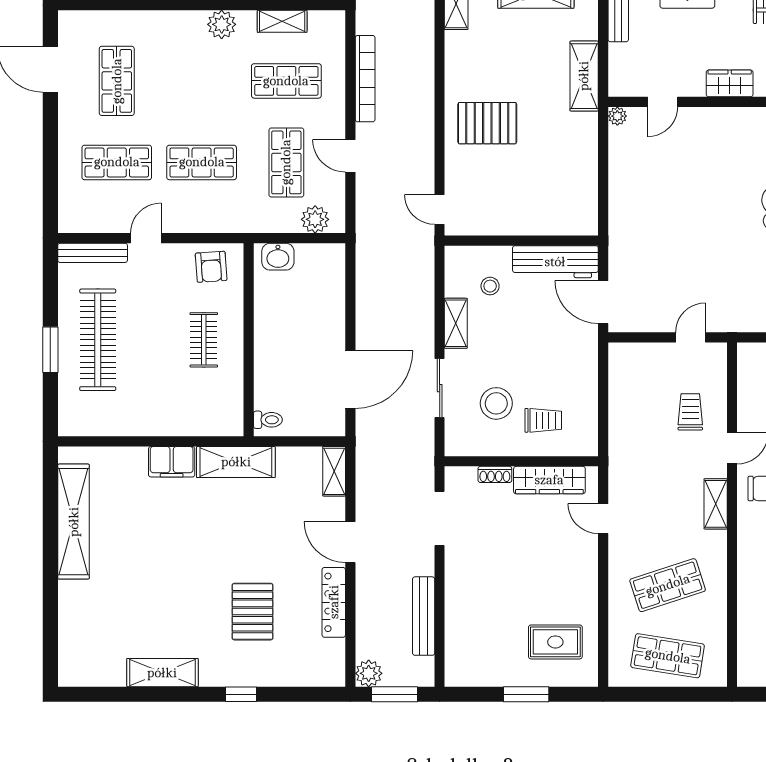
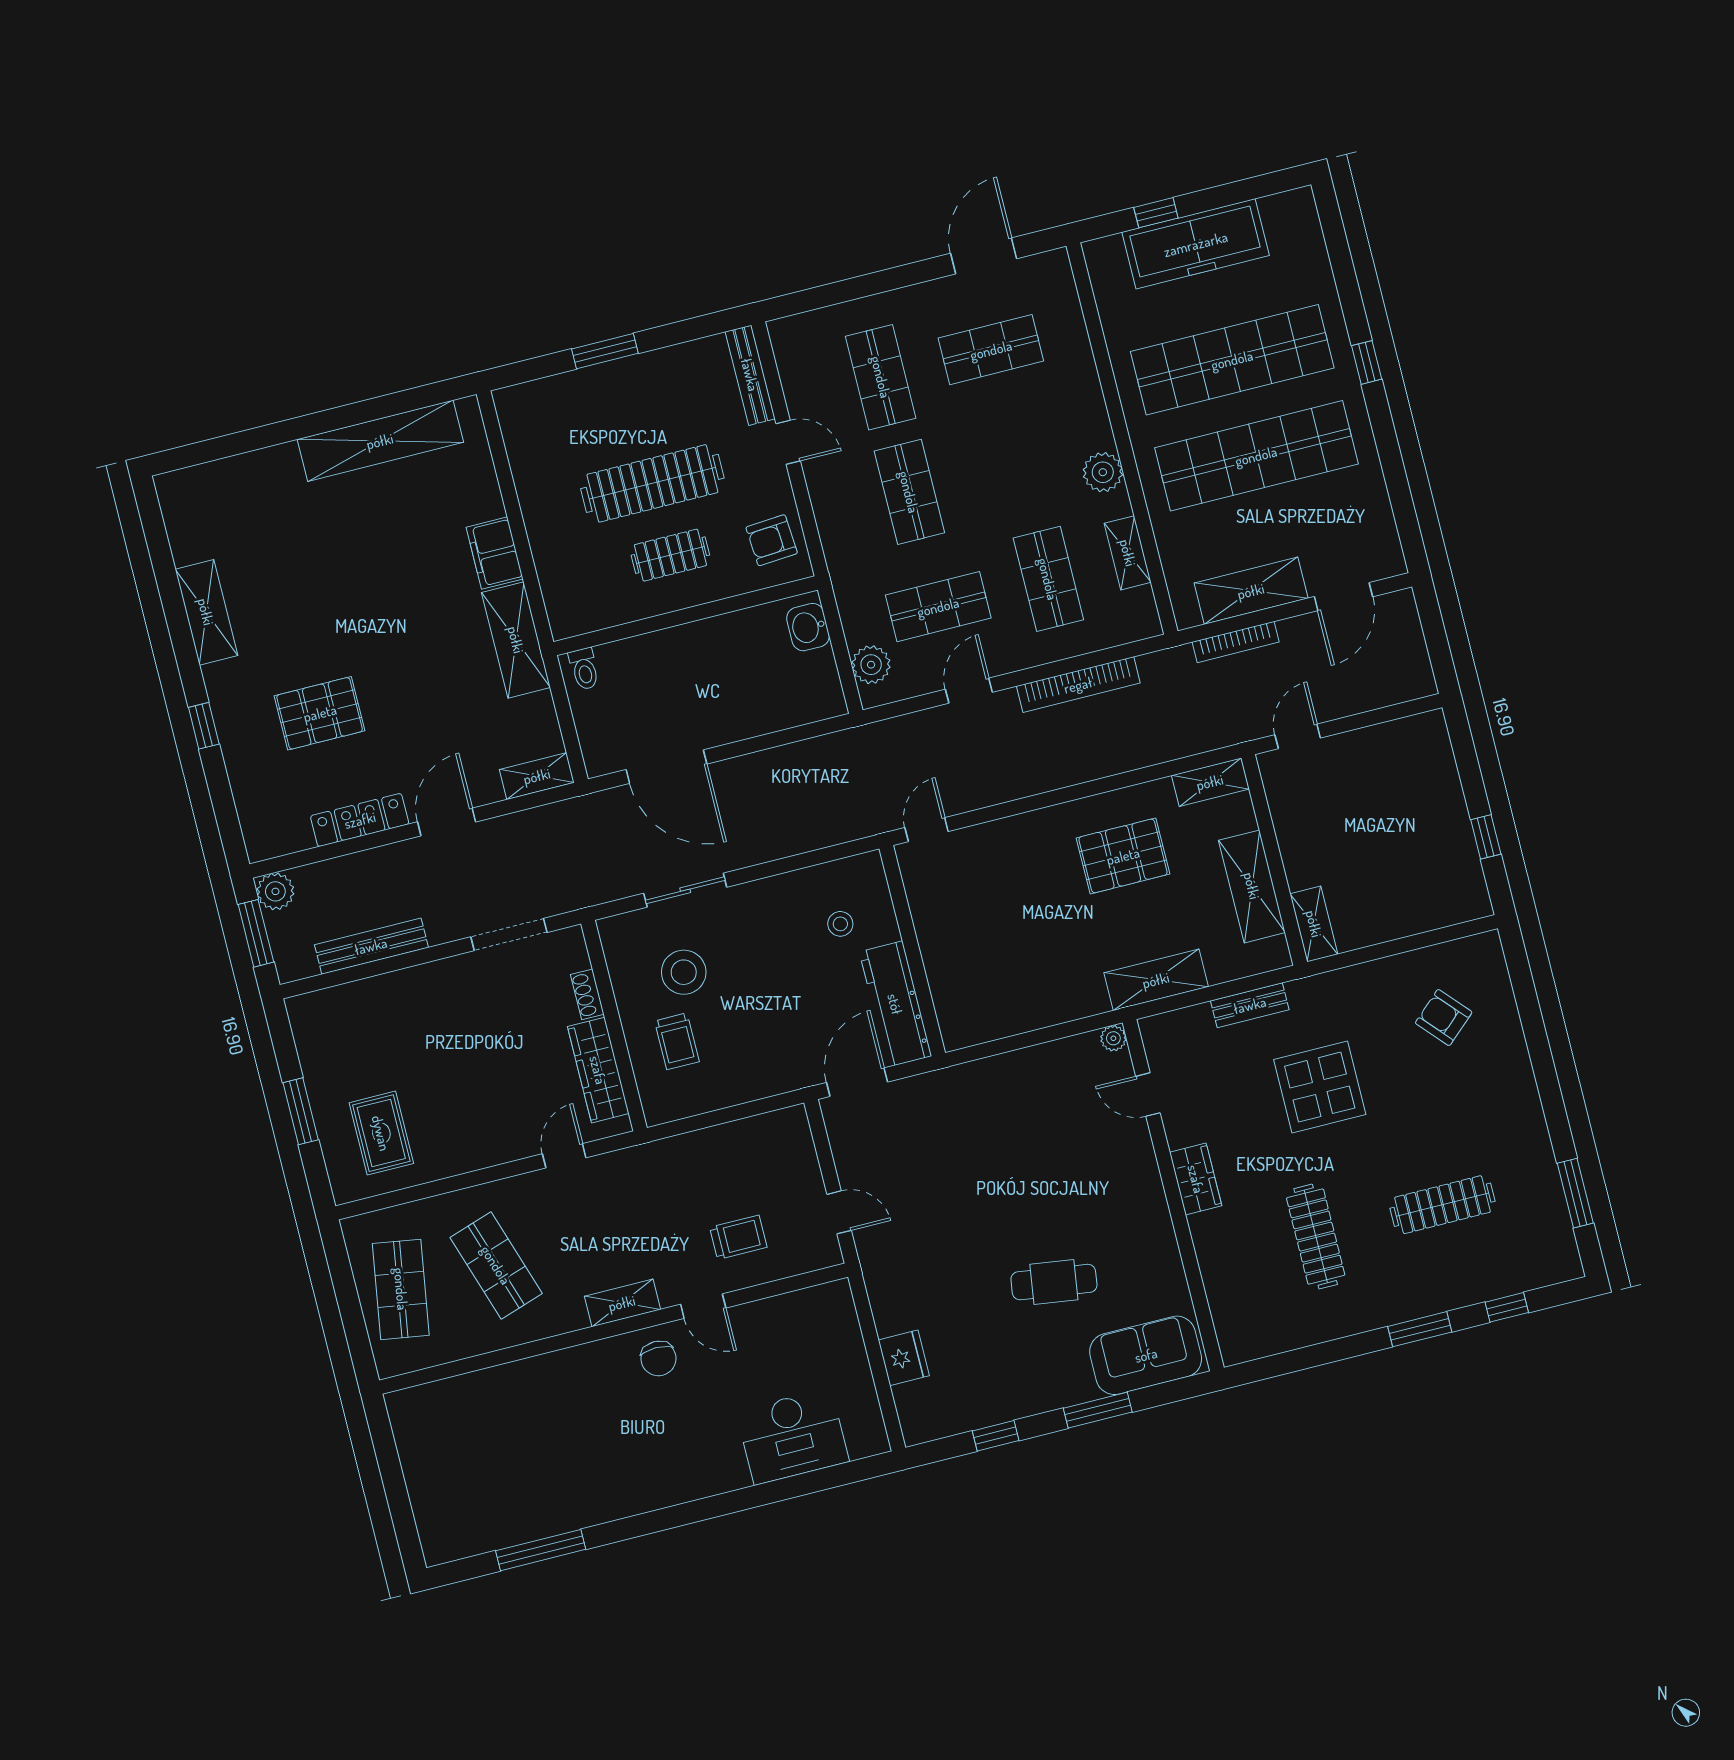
pallet: (487, 123) -> (1123, 856), moved, turned 90
shelving: (456, 323) -> (778, 890), removed
clothes rail: (98, 340) -> (652, 483), moved

